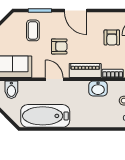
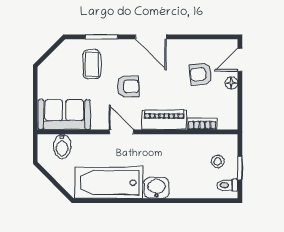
armchair: (112, 37) -> (201, 74), turned 84
washbasin: (98, 89) -> (156, 188), moved, turned 180

